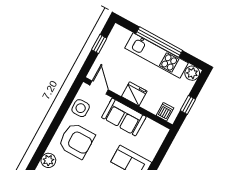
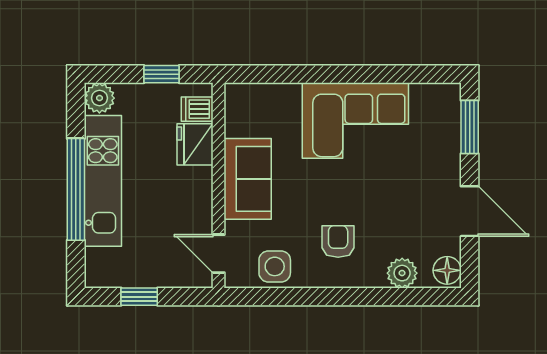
door: (99, 87) -> (219, 254), hinge flipped
fridge: (134, 94) -> (195, 144), moved
armchair: (77, 141) -> (338, 241), width x0.53, depth x0.53

